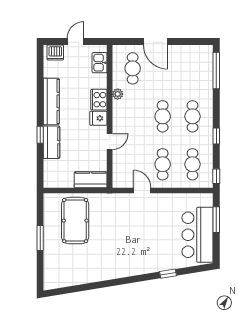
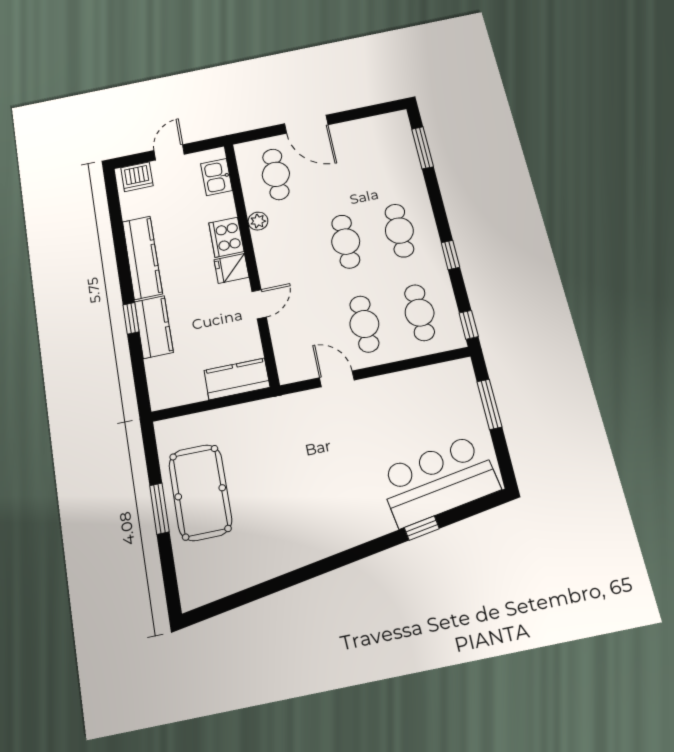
window: (216, 71) -> (422, 148), width x0.69
pool table: (75, 221) -> (200, 492), moved
bar counter: (197, 235) -> (439, 481), moved, turned 81

